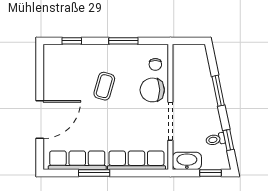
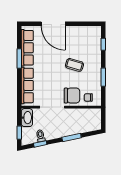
chair: (152, 90) -> (72, 95), turned 90

